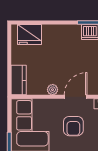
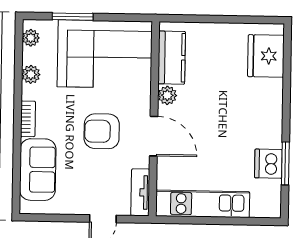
kitchen counter: (19, 80) -> (172, 58), moved, turned -90

